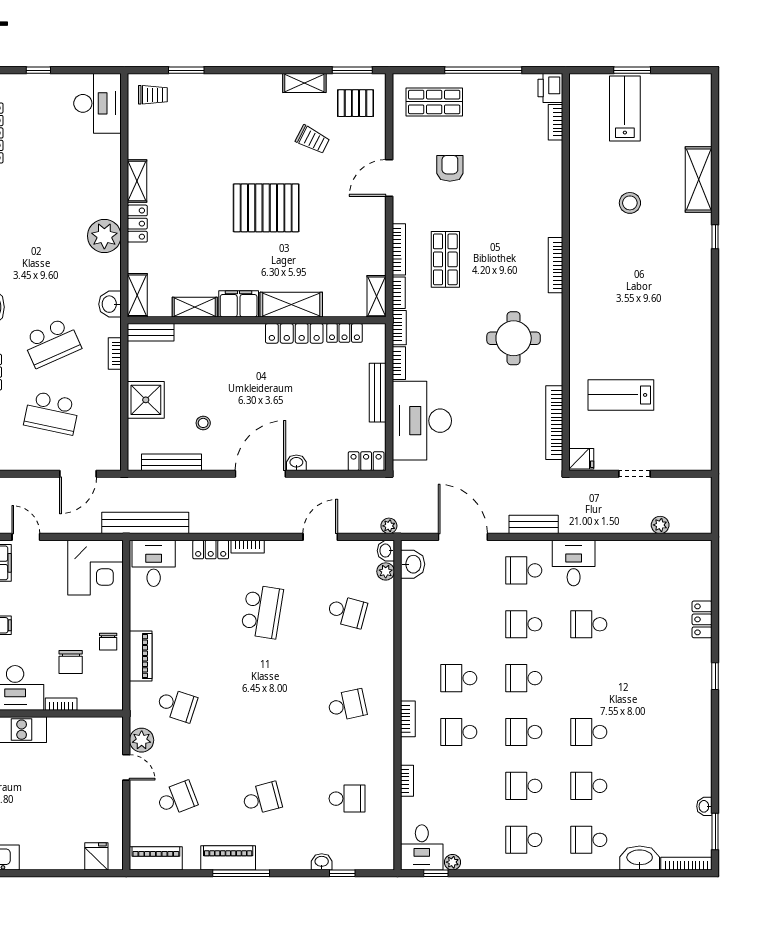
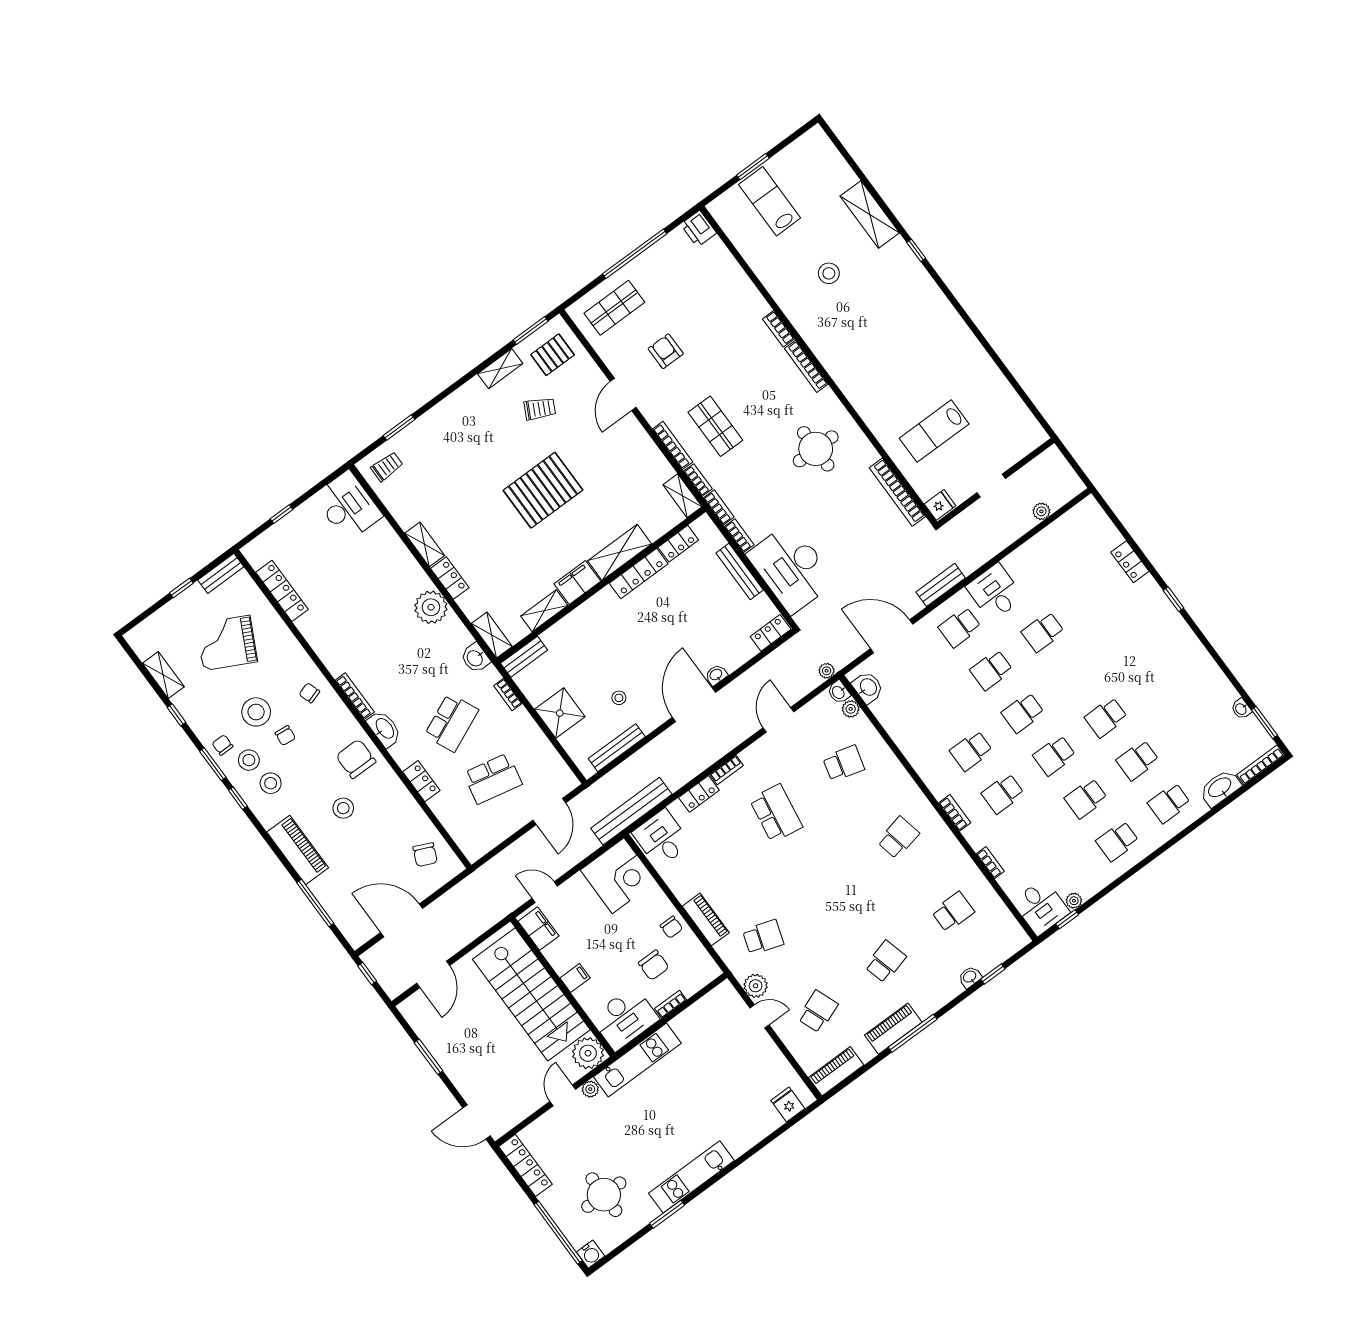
bookcase: (555, 122) -> (779, 329), moved

